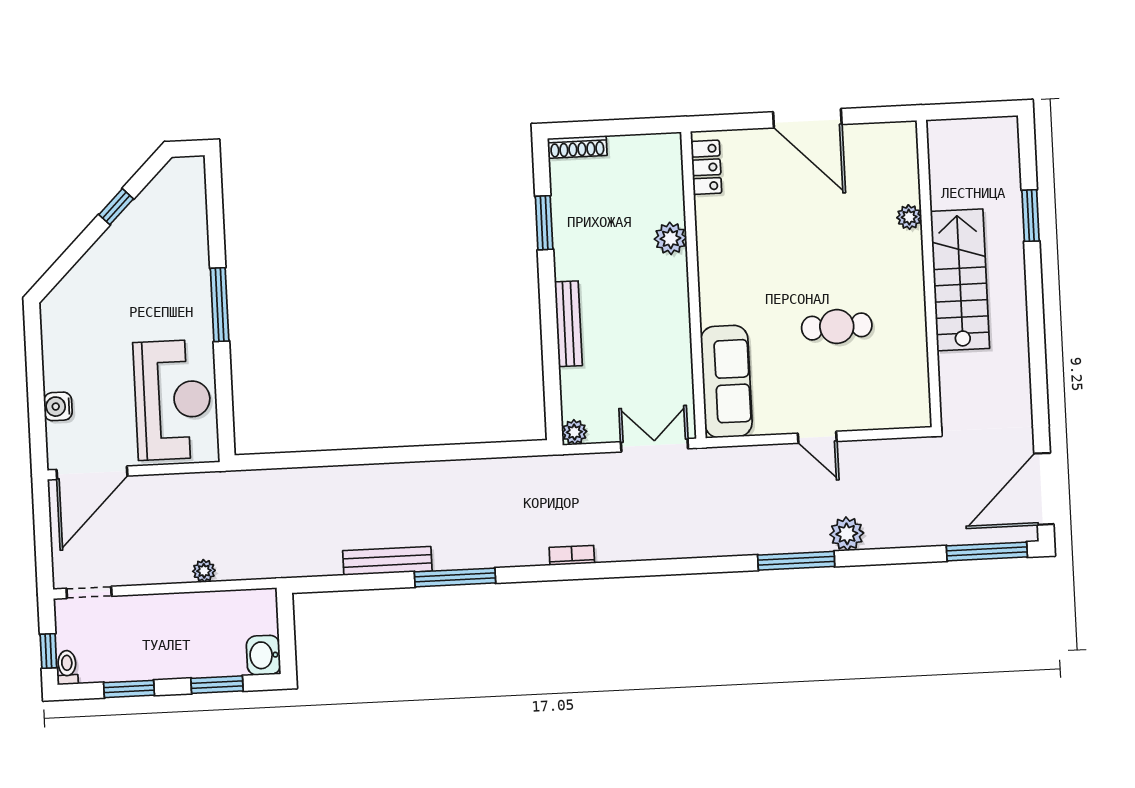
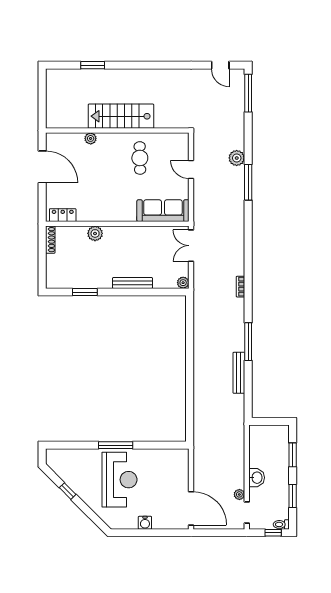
door: (807, 118) -> (42, 167), hinge flipped
shoe rack: (577, 147) -> (50, 240), moved
plant: (909, 217) -> (91, 138), moved
wall: (929, 274) -> (117, 131), moved
stairs: (960, 280) -> (121, 116), moved
reception desk: (173, 400) -> (120, 480), moved, turned 90
water cooler: (58, 406) -> (145, 523), moved
door: (817, 437) -> (191, 170), swing flipped
door: (1044, 489) -> (220, 65), width x0.53
plant: (204, 571) -> (239, 494), moved
washbasin: (263, 655) -> (257, 478), moved, turned -90

